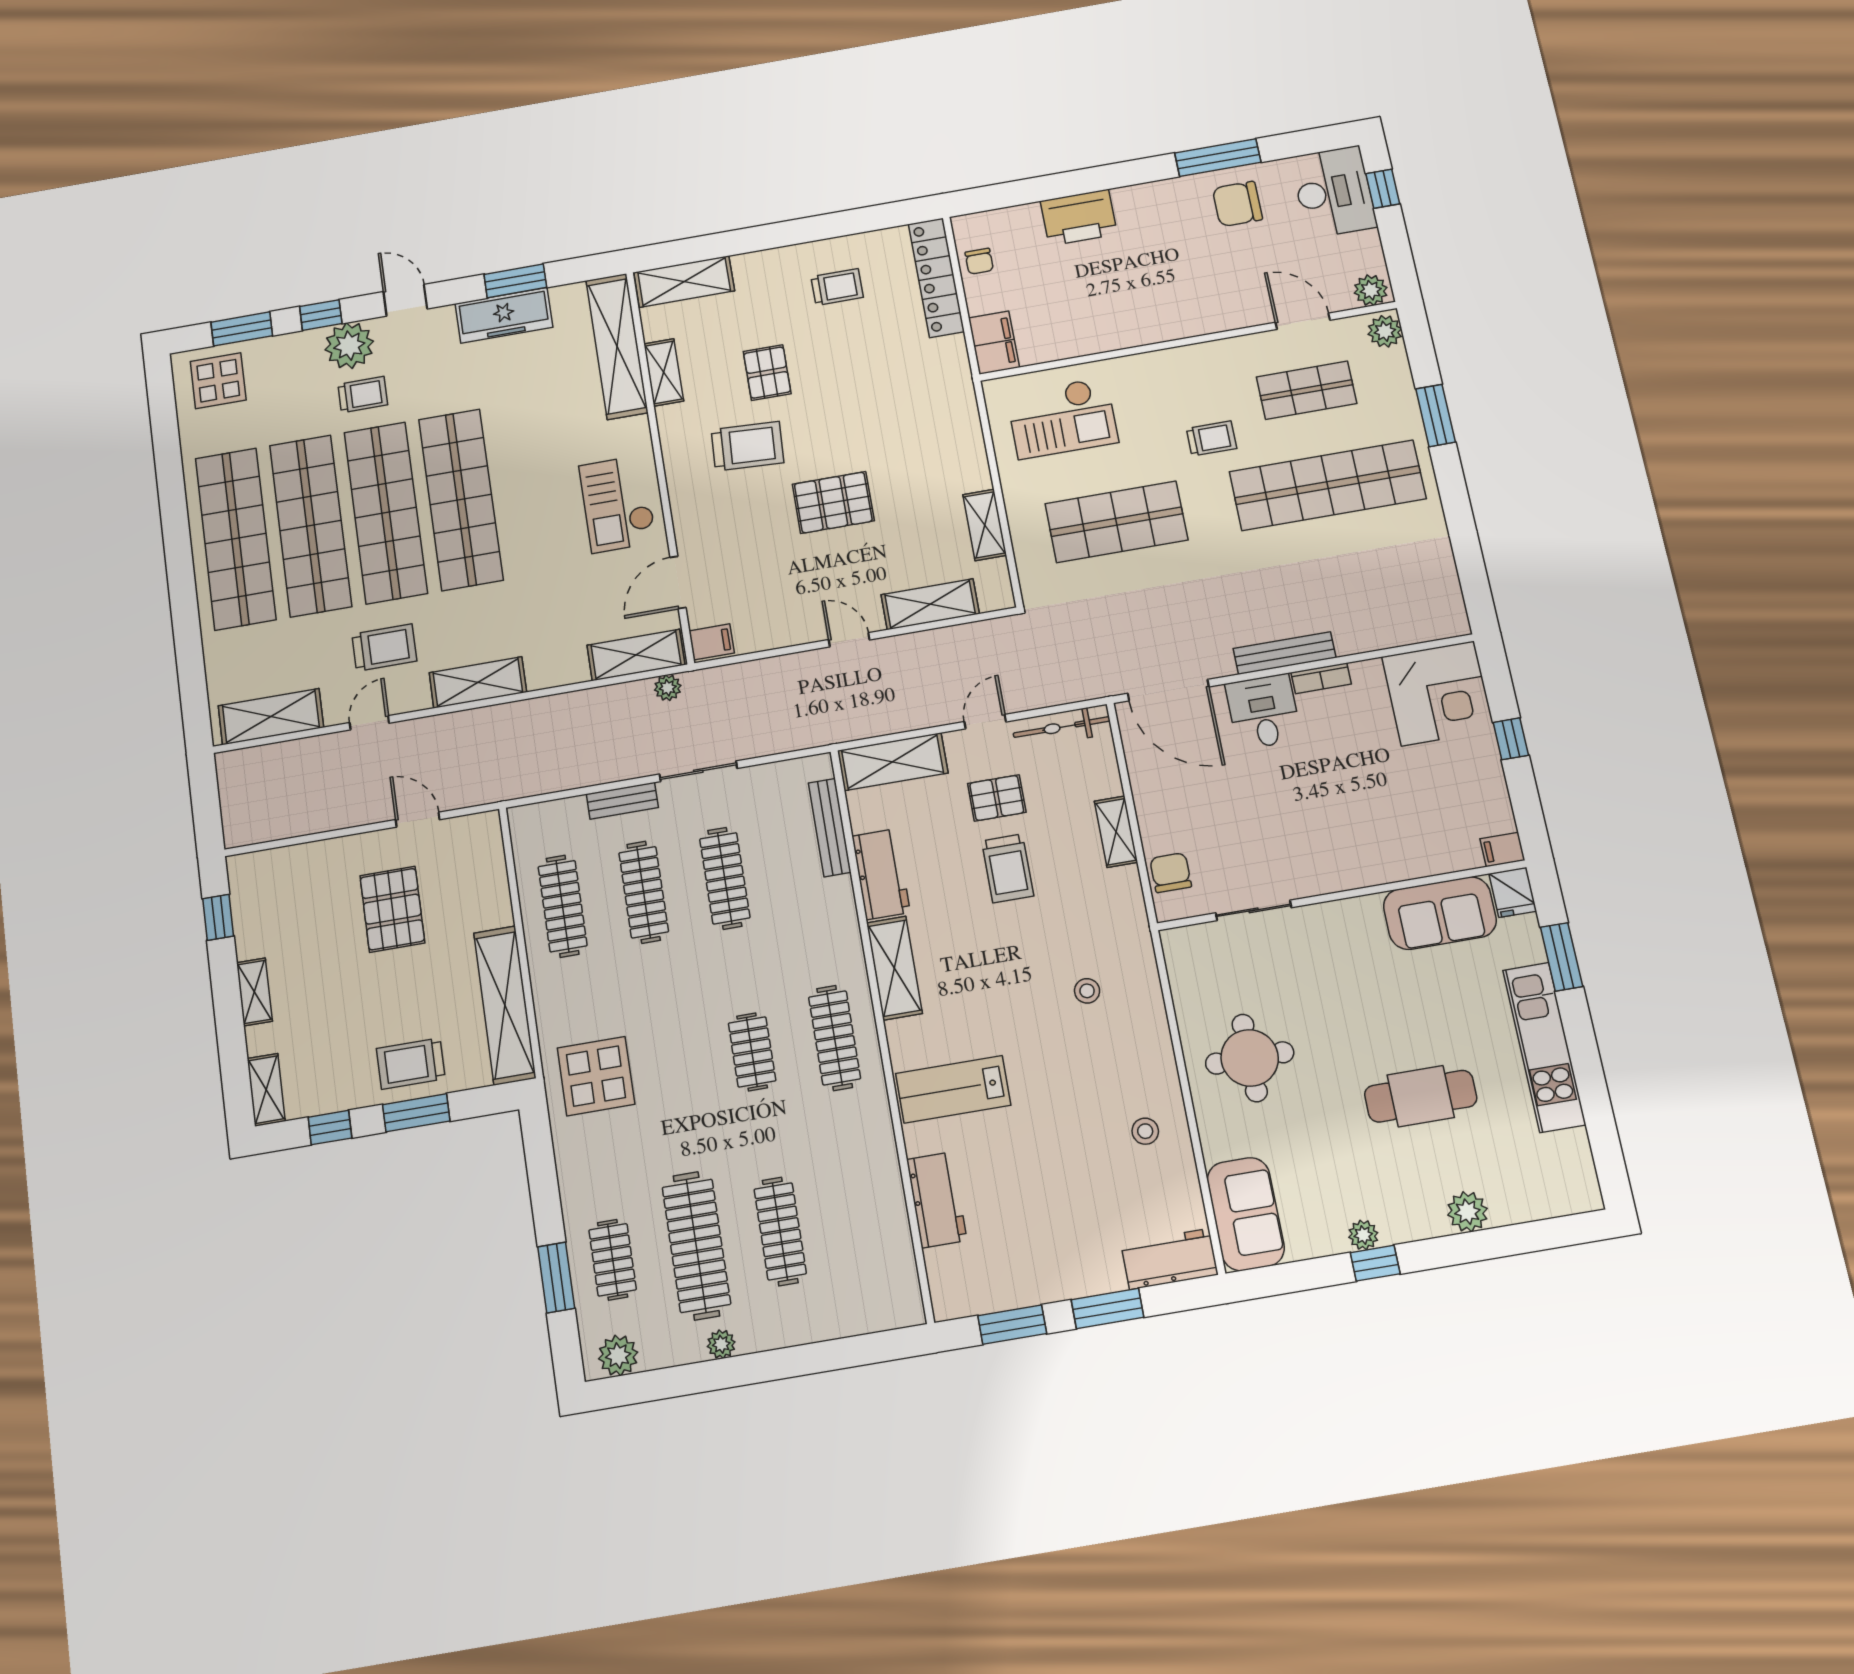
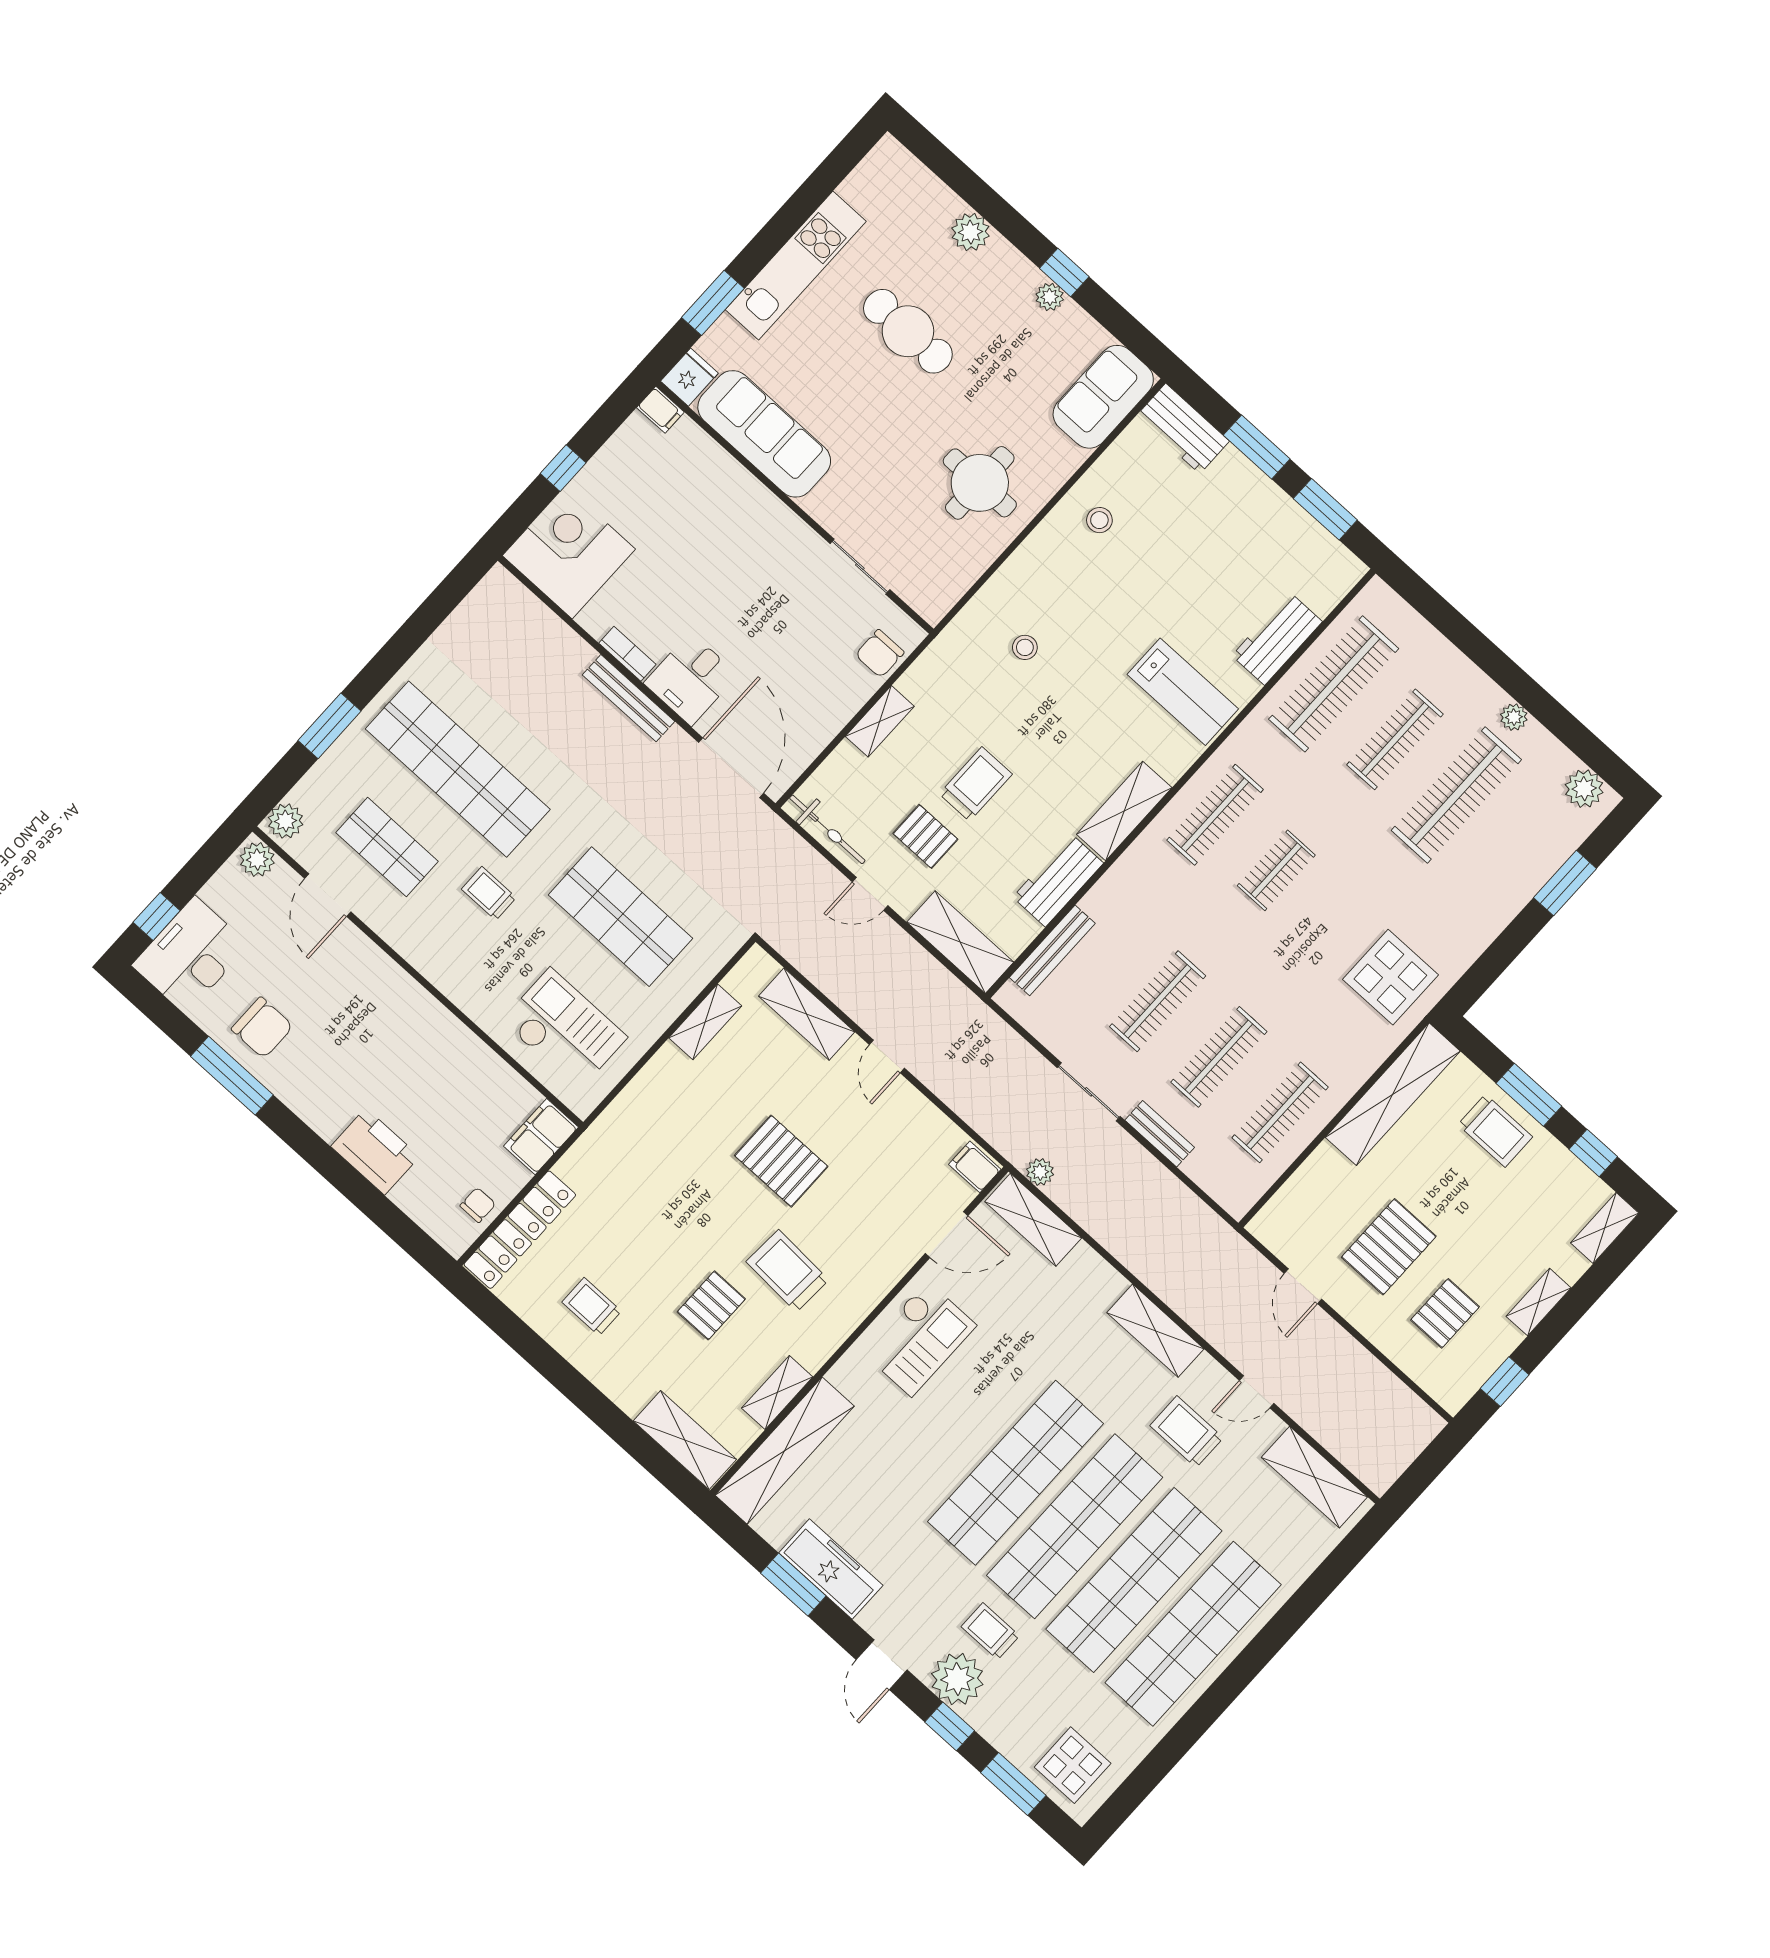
pallet: (307, 912) -> (1445, 1313), added
sofa: (1440, 913) -> (764, 434), width x1.36
clothes rail: (613, 1260) -> (1334, 684), moved, width x1.86, depth x1.31

